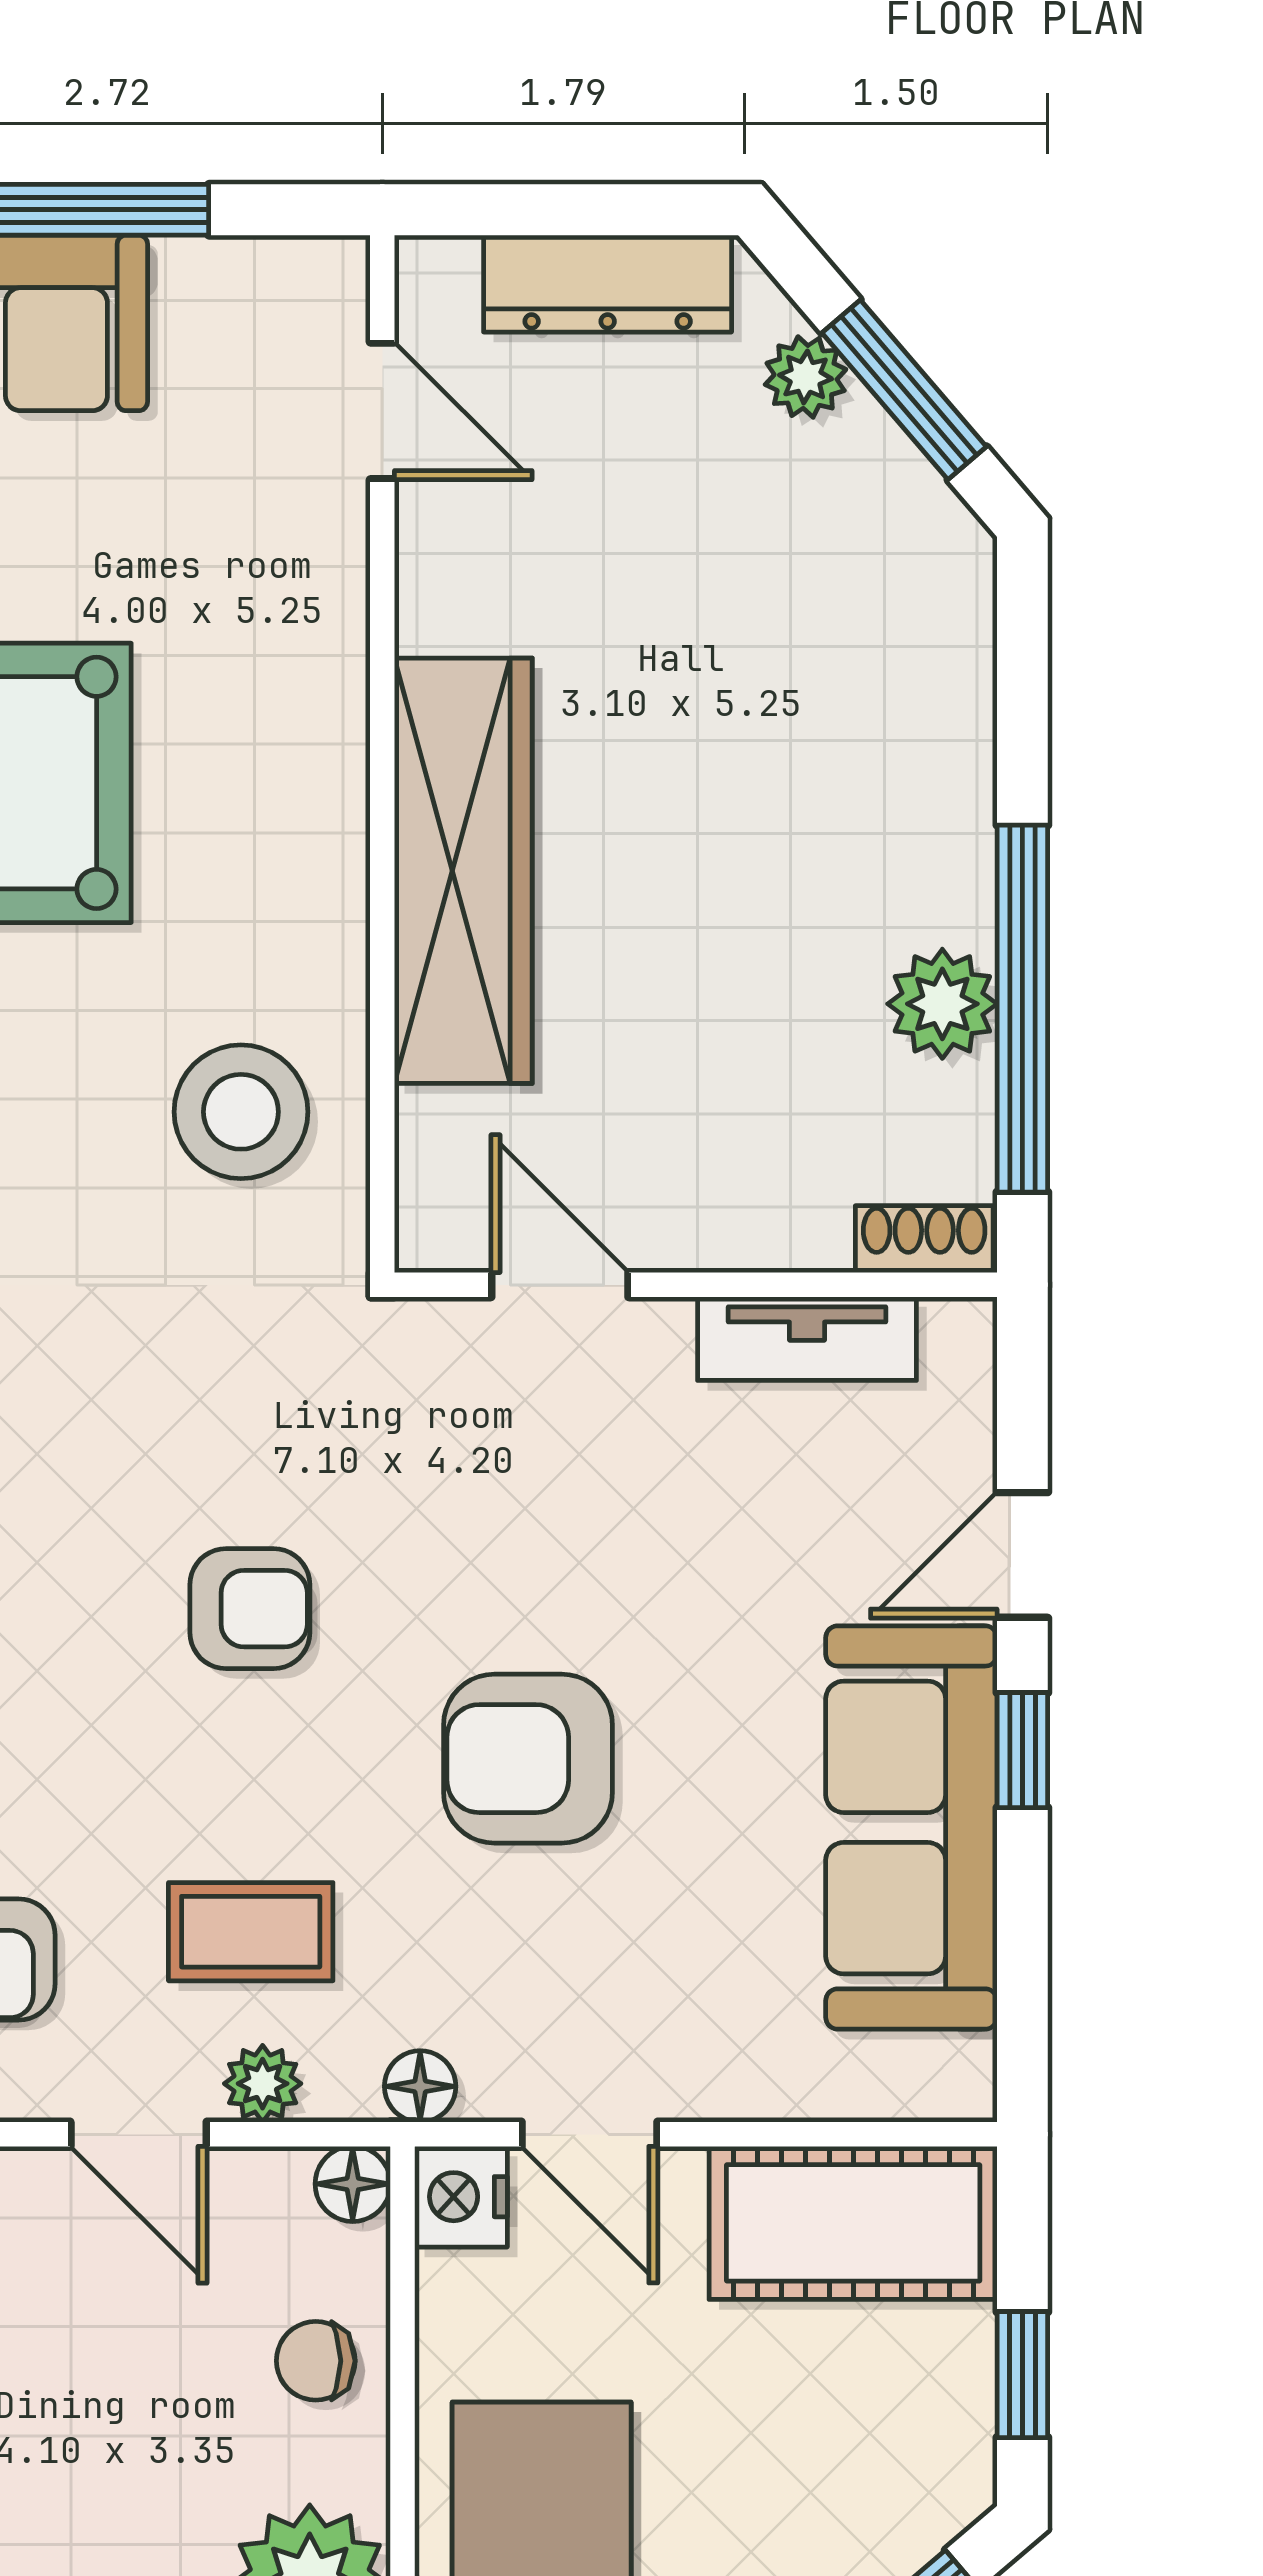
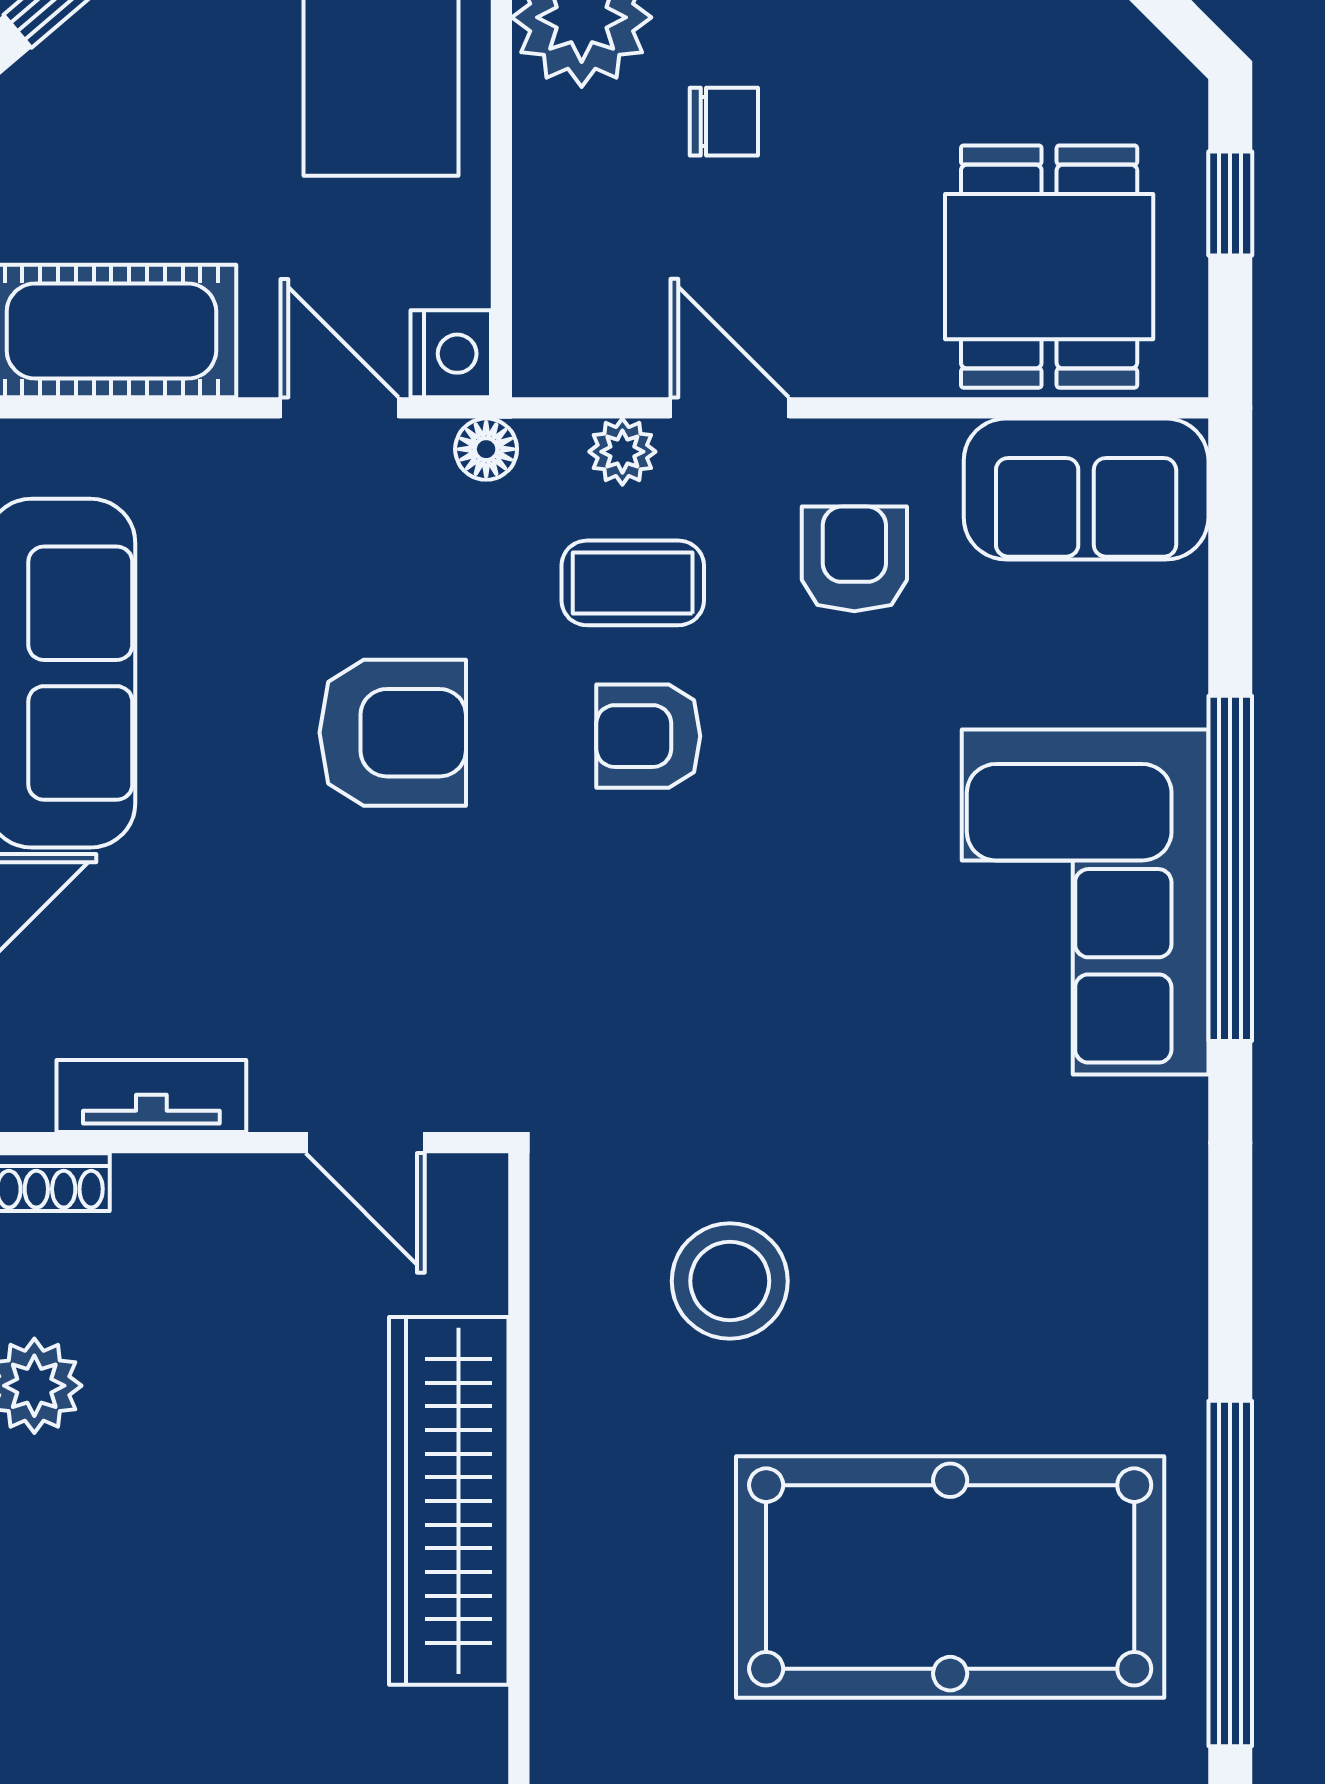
stool: (241, 1112) -> (730, 1281), moved
armchair: (250, 1609) -> (648, 736), moved
floor lamp: (353, 2184) -> (544, 365), removed
chair: (316, 2361) -> (724, 122), moved

